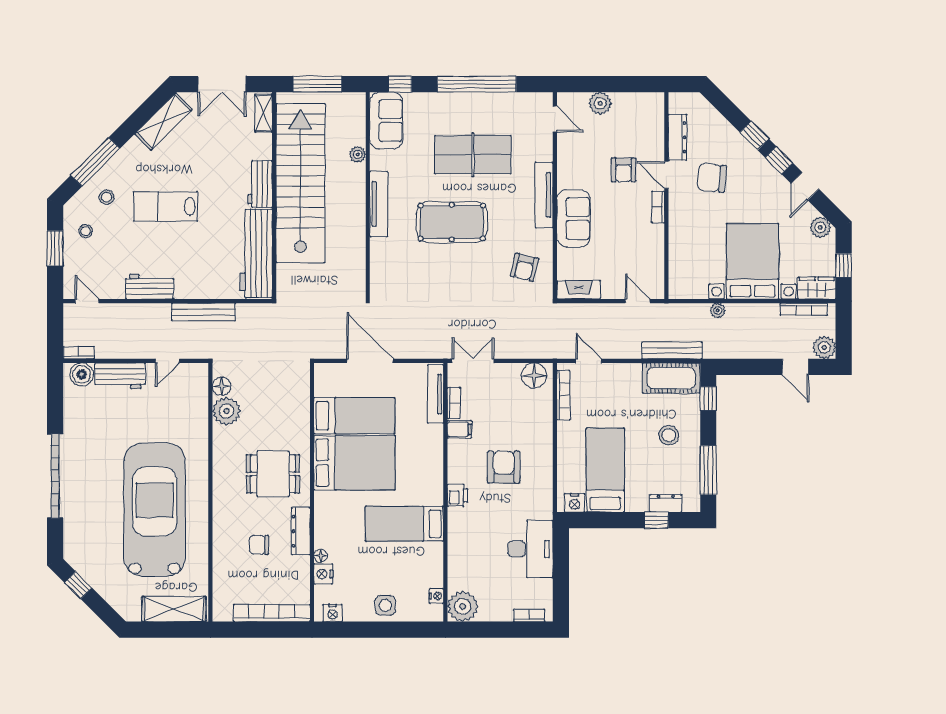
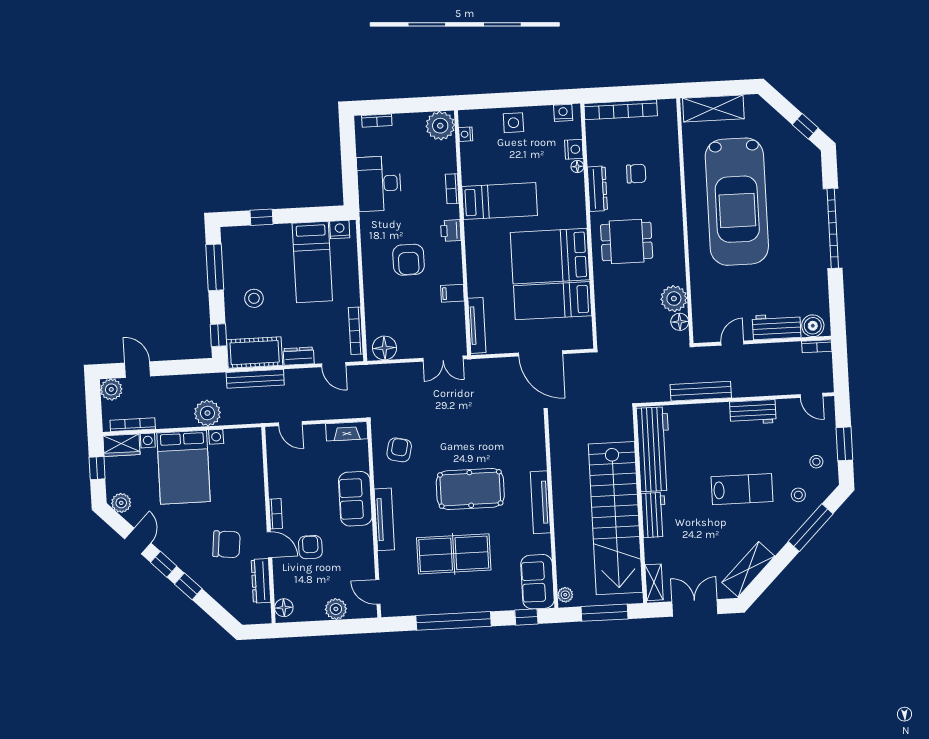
floor lamp: (655, 108) -> (284, 608), added
plant: (358, 154) -> (565, 595), moved
plant: (718, 311) -> (207, 413), width x1.87, depth x1.87
bookcase: (454, 403) -> (452, 189), moved
dresser: (666, 503) -> (299, 356), moved, turned 180

